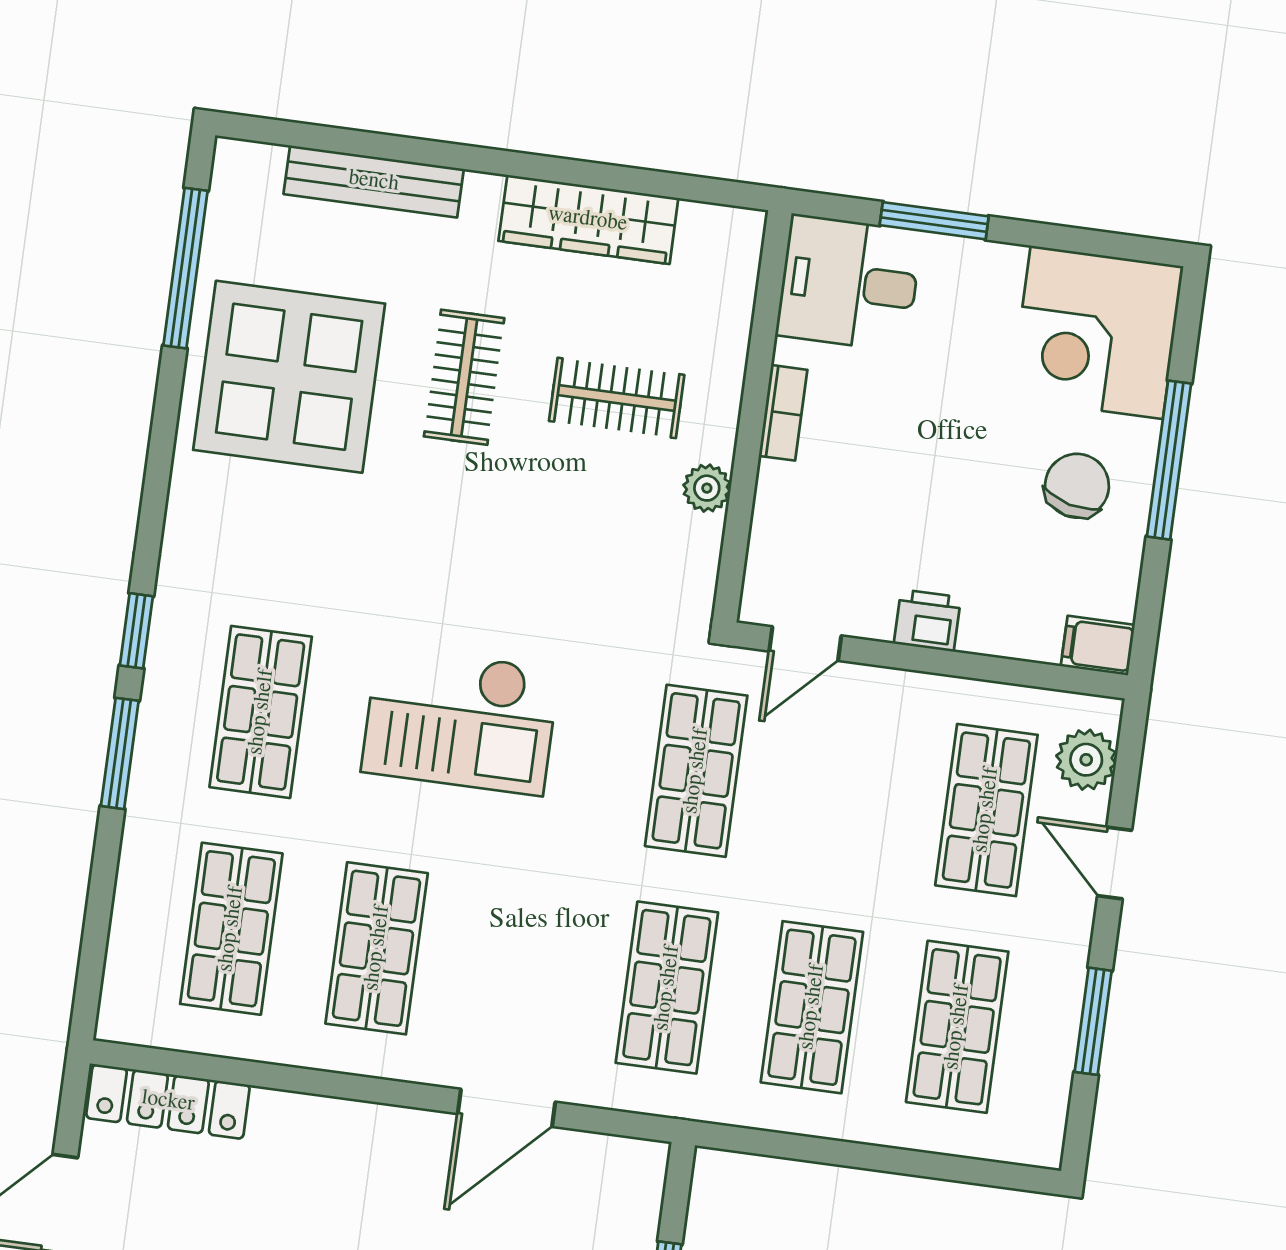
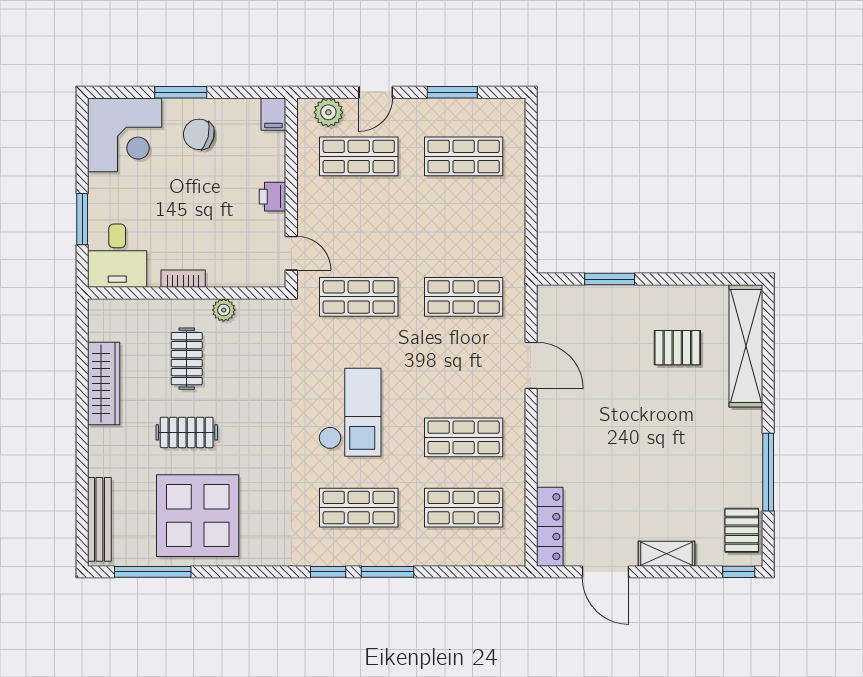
bench: (374, 181) -> (99, 519), moved
window: (1169, 460) -> (181, 92), width x0.69
shop shelf: (812, 1007) -> (464, 227), removed

